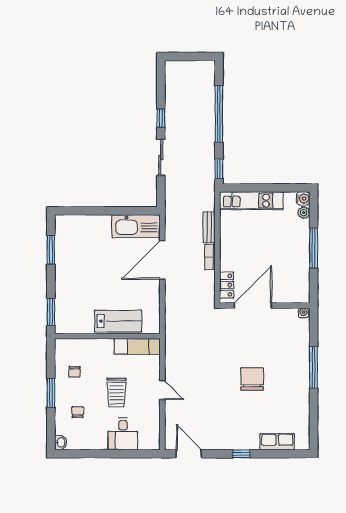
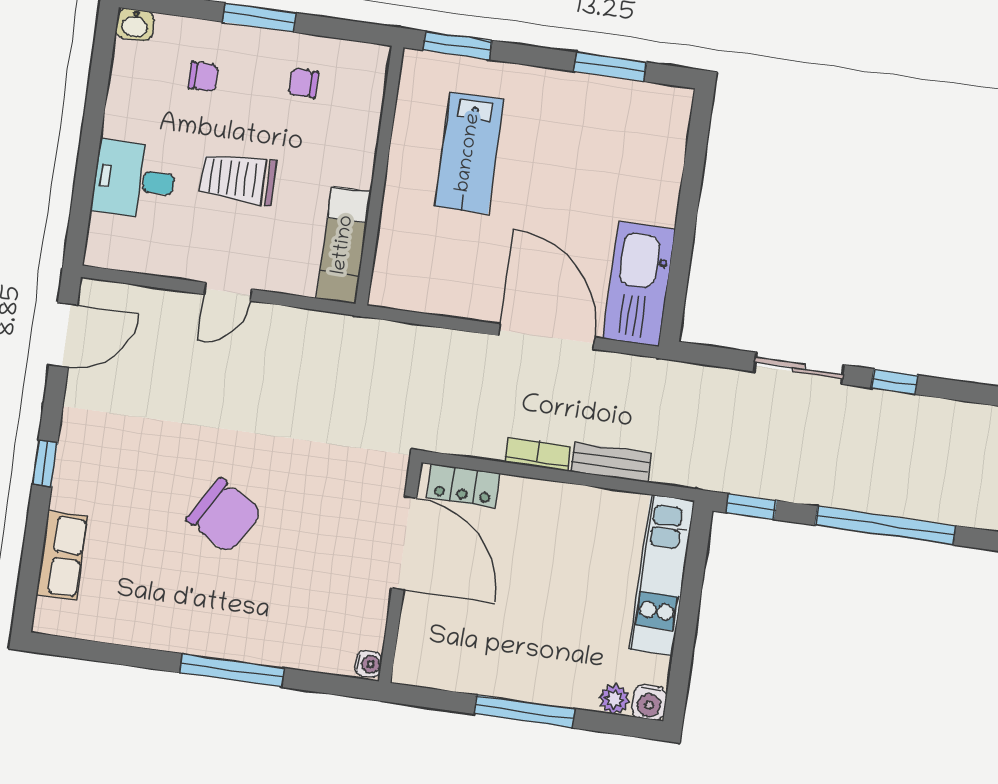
lab bench: (118, 321) -> (469, 153), moved
chair: (252, 379) -> (224, 515), turned 31

